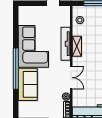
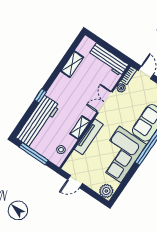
plant: (25, 12) -> (106, 191), added

